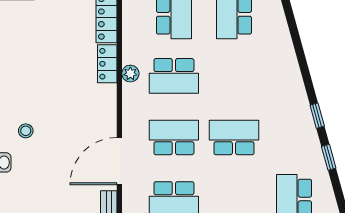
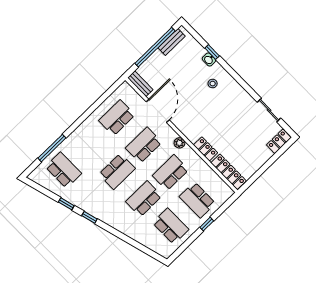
plant: (130, 74) -> (179, 143), moved
school desk: (234, 76) -> (144, 199), added
school desk: (174, 137) -> (144, 145), turned 180

